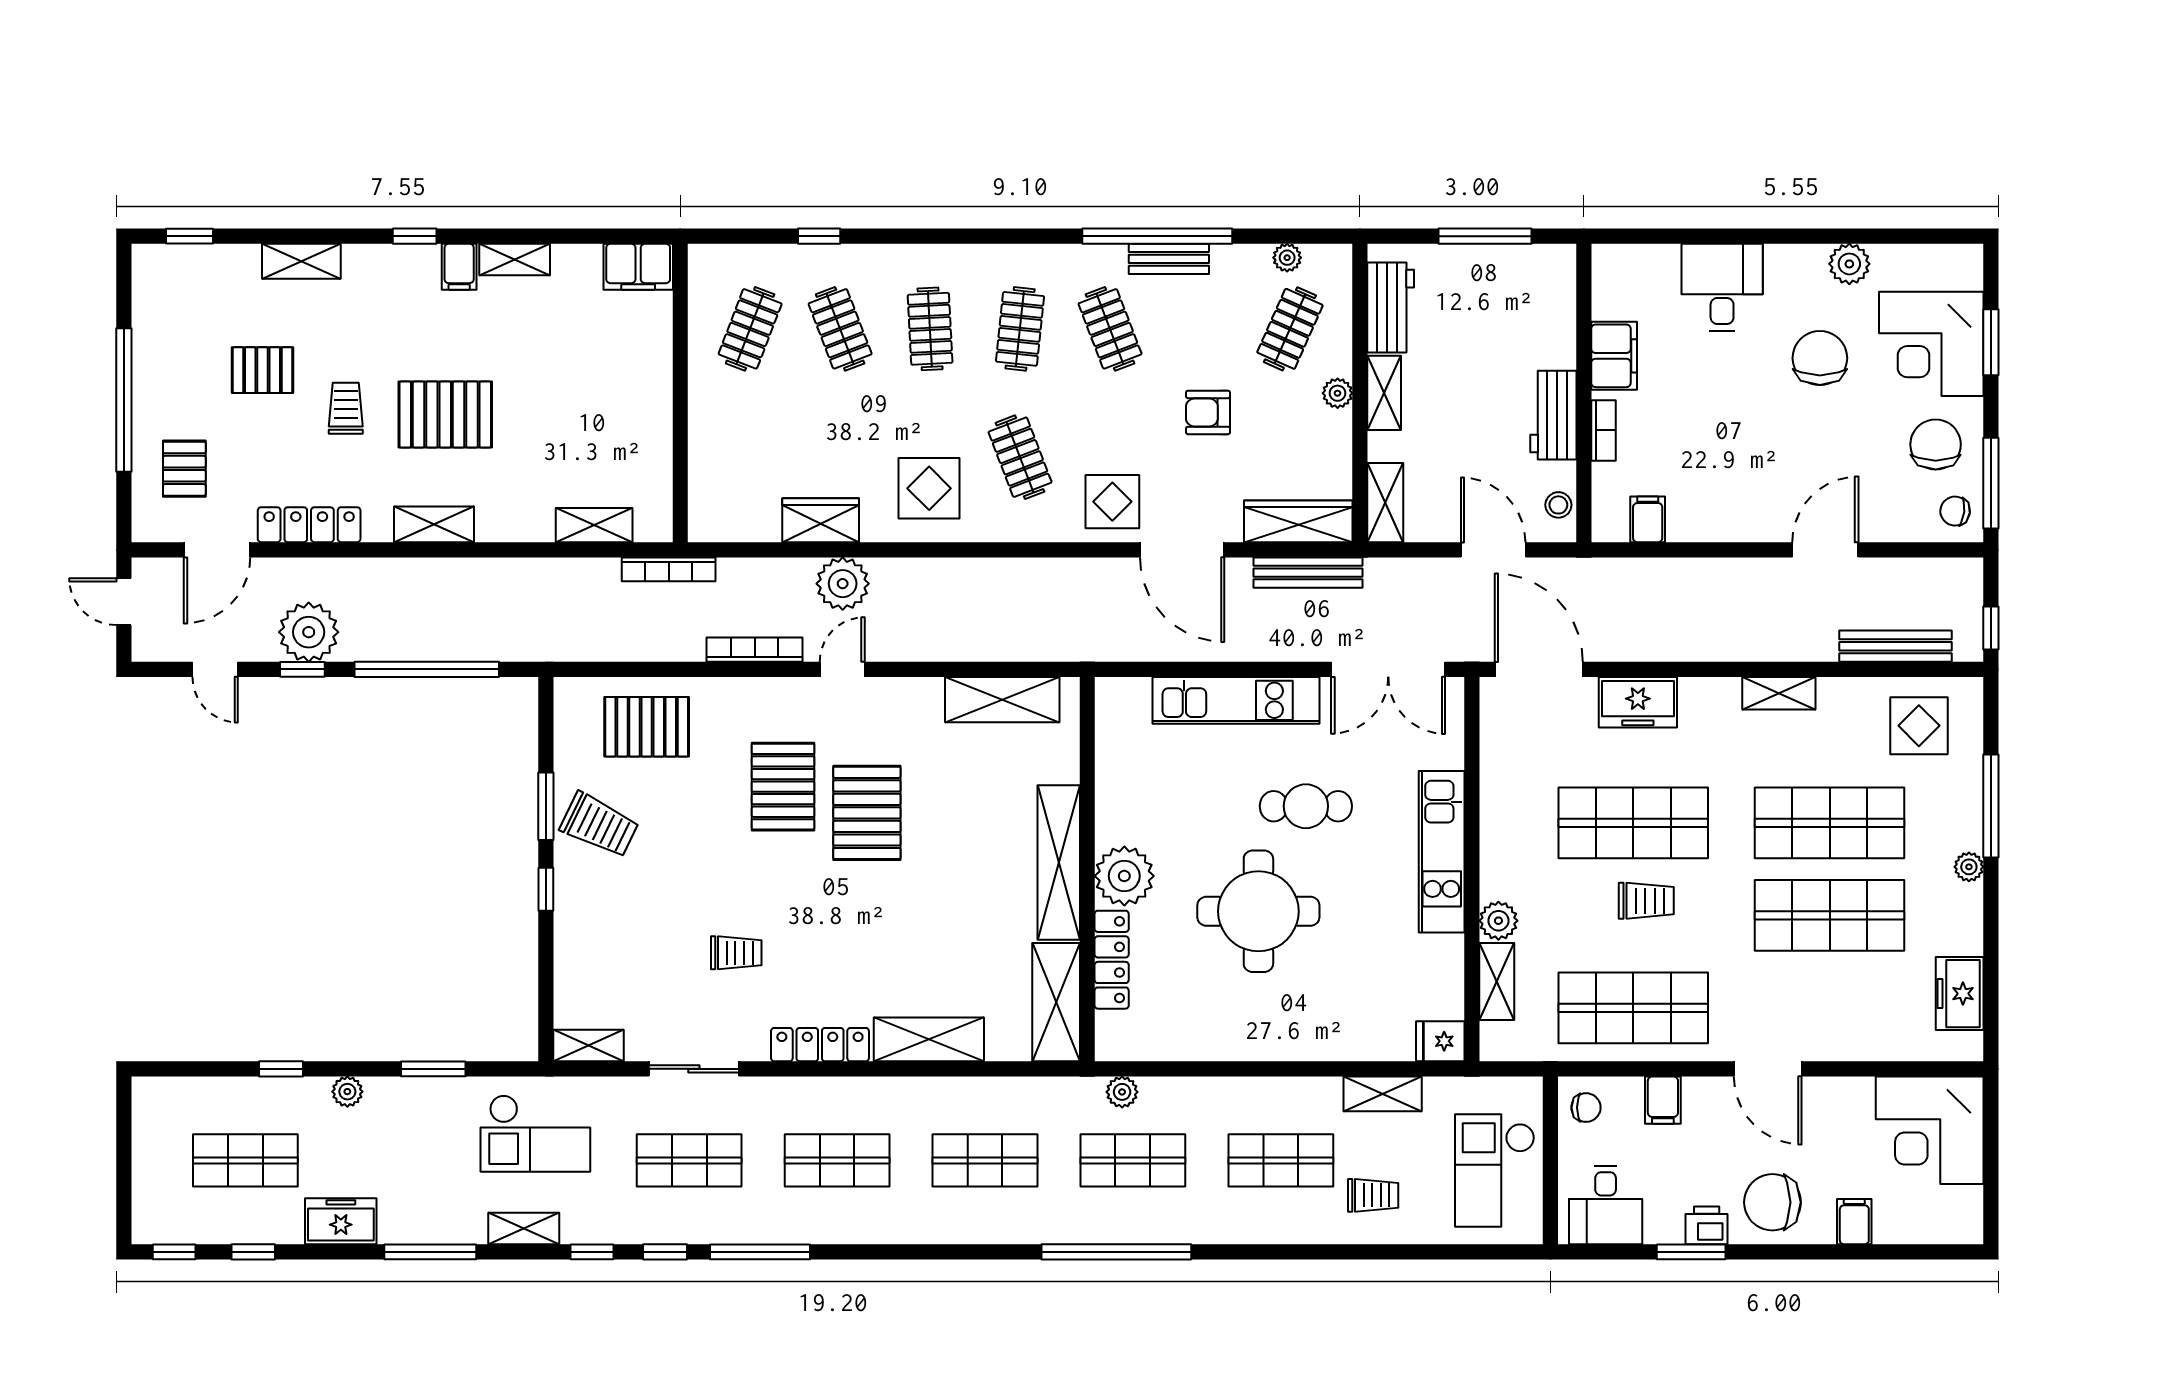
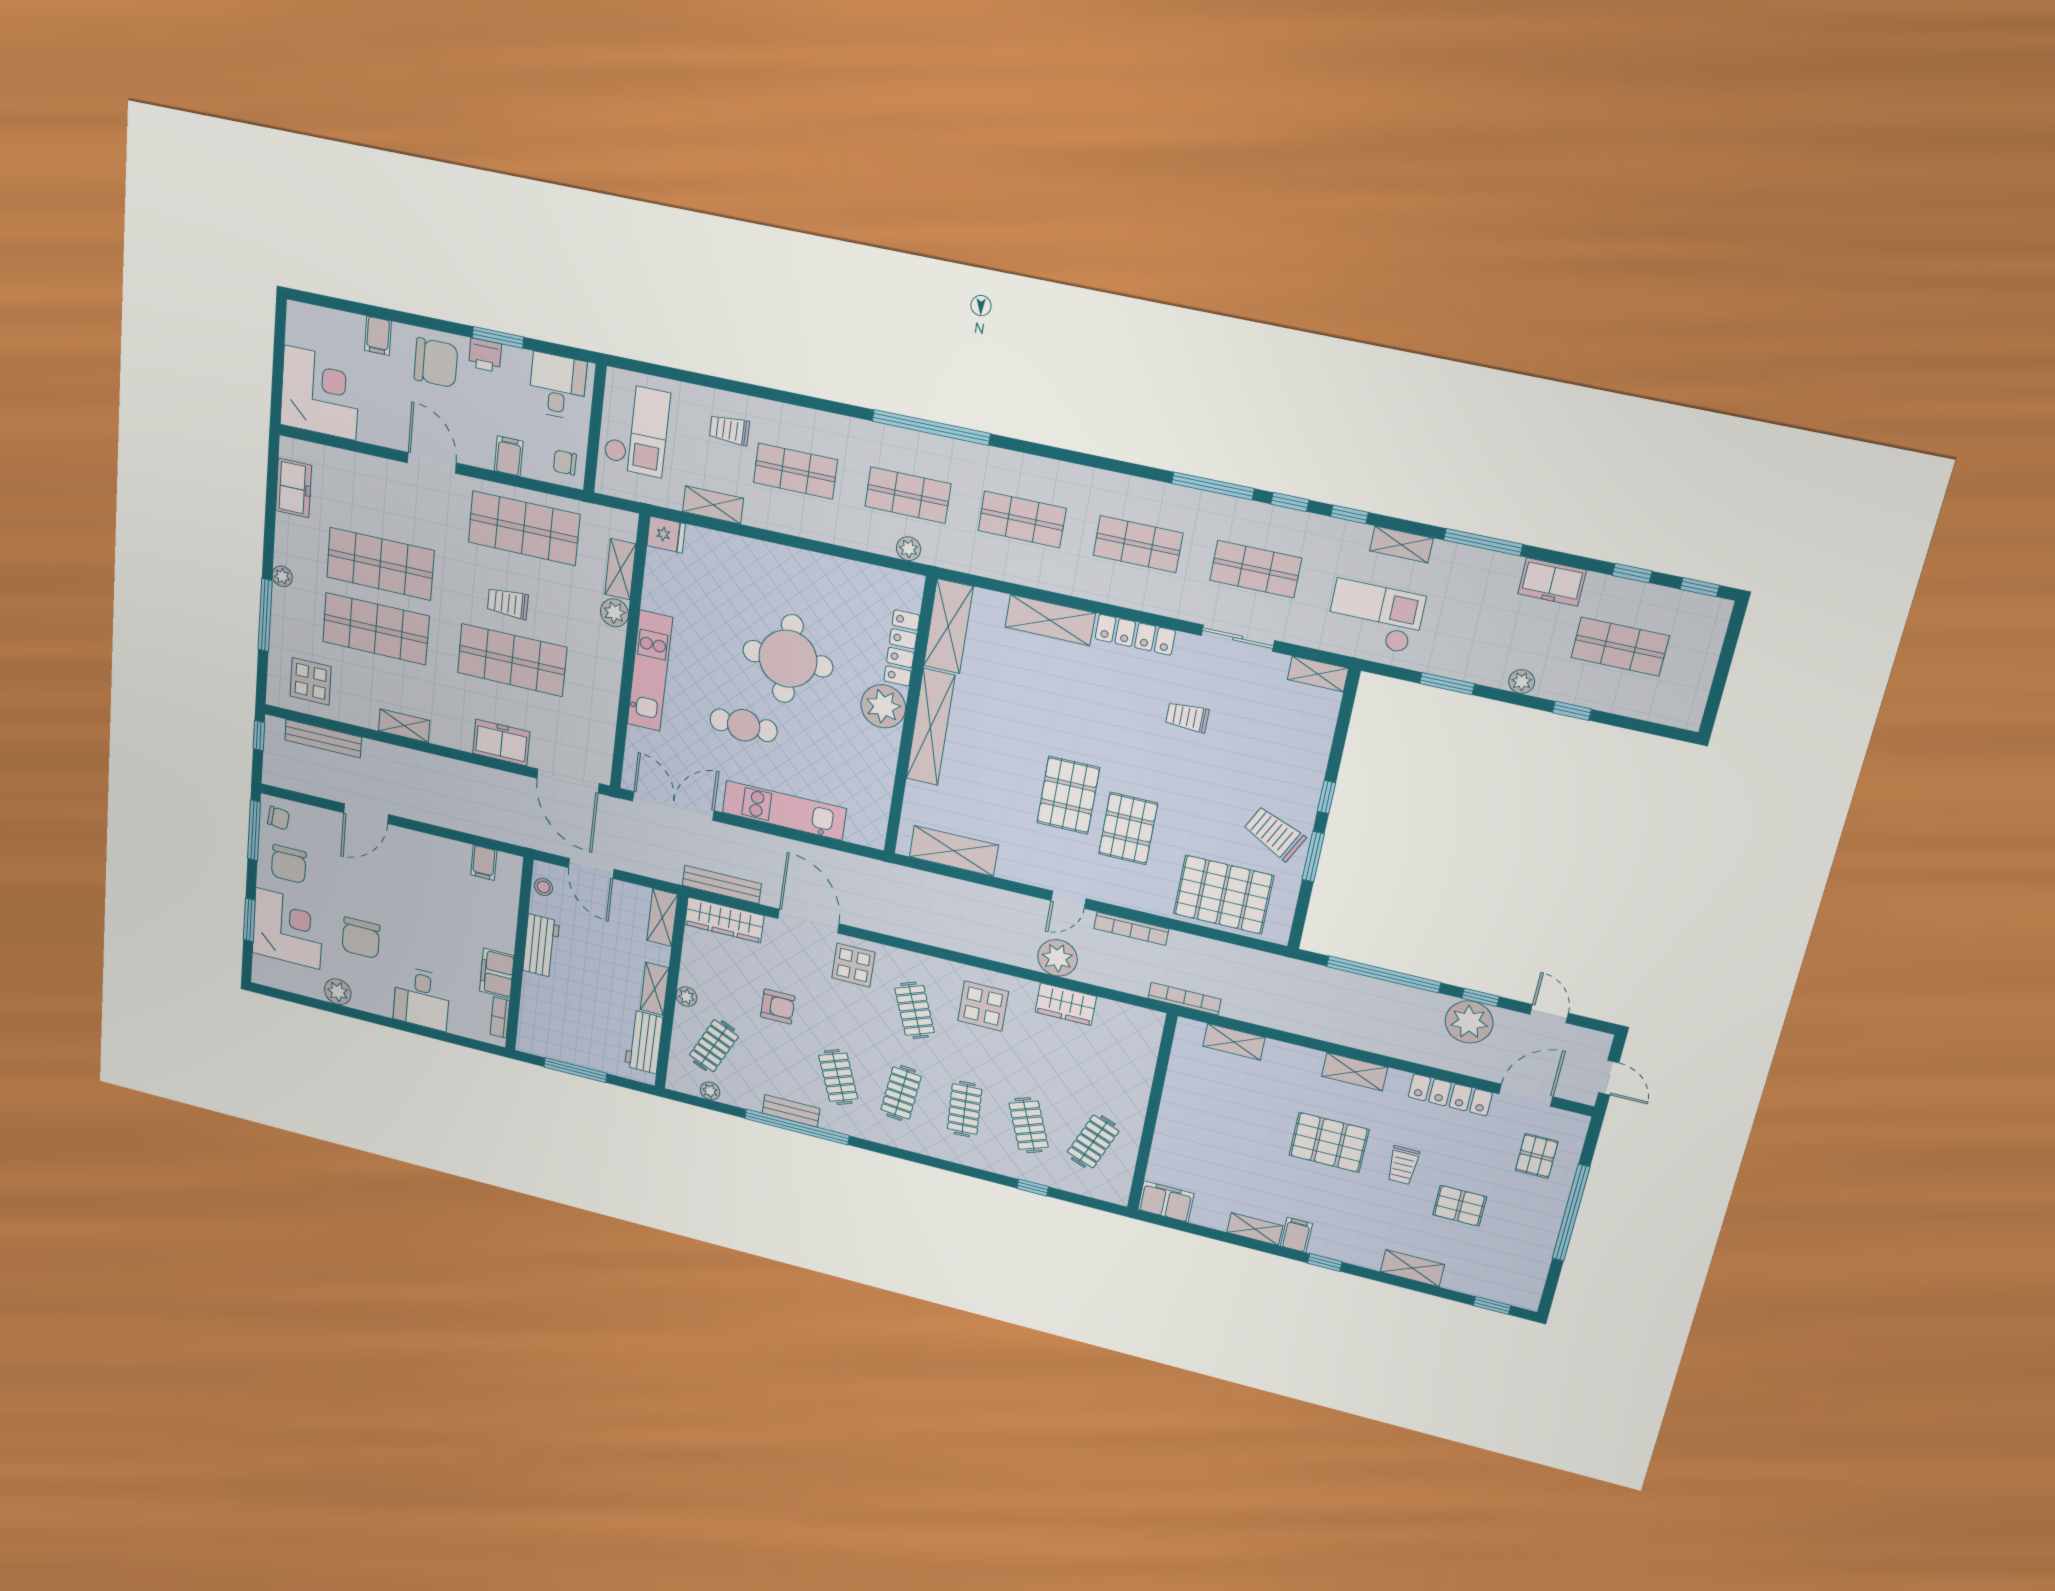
bookcase: (1603, 430) -> (500, 1018), moved
pallet: (647, 727) -> (1223, 895), width x1.37, depth x1.41

